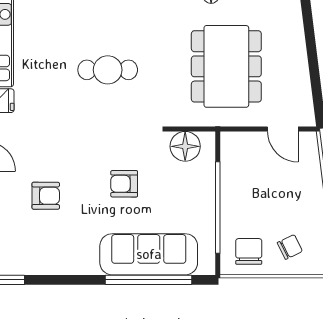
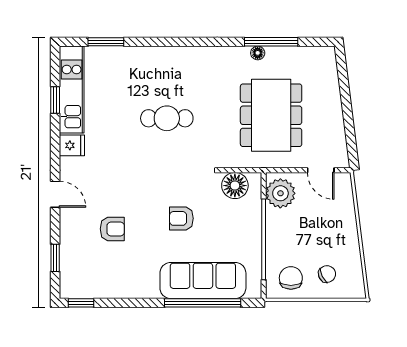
plant: (237, 155) -> (280, 193), added

